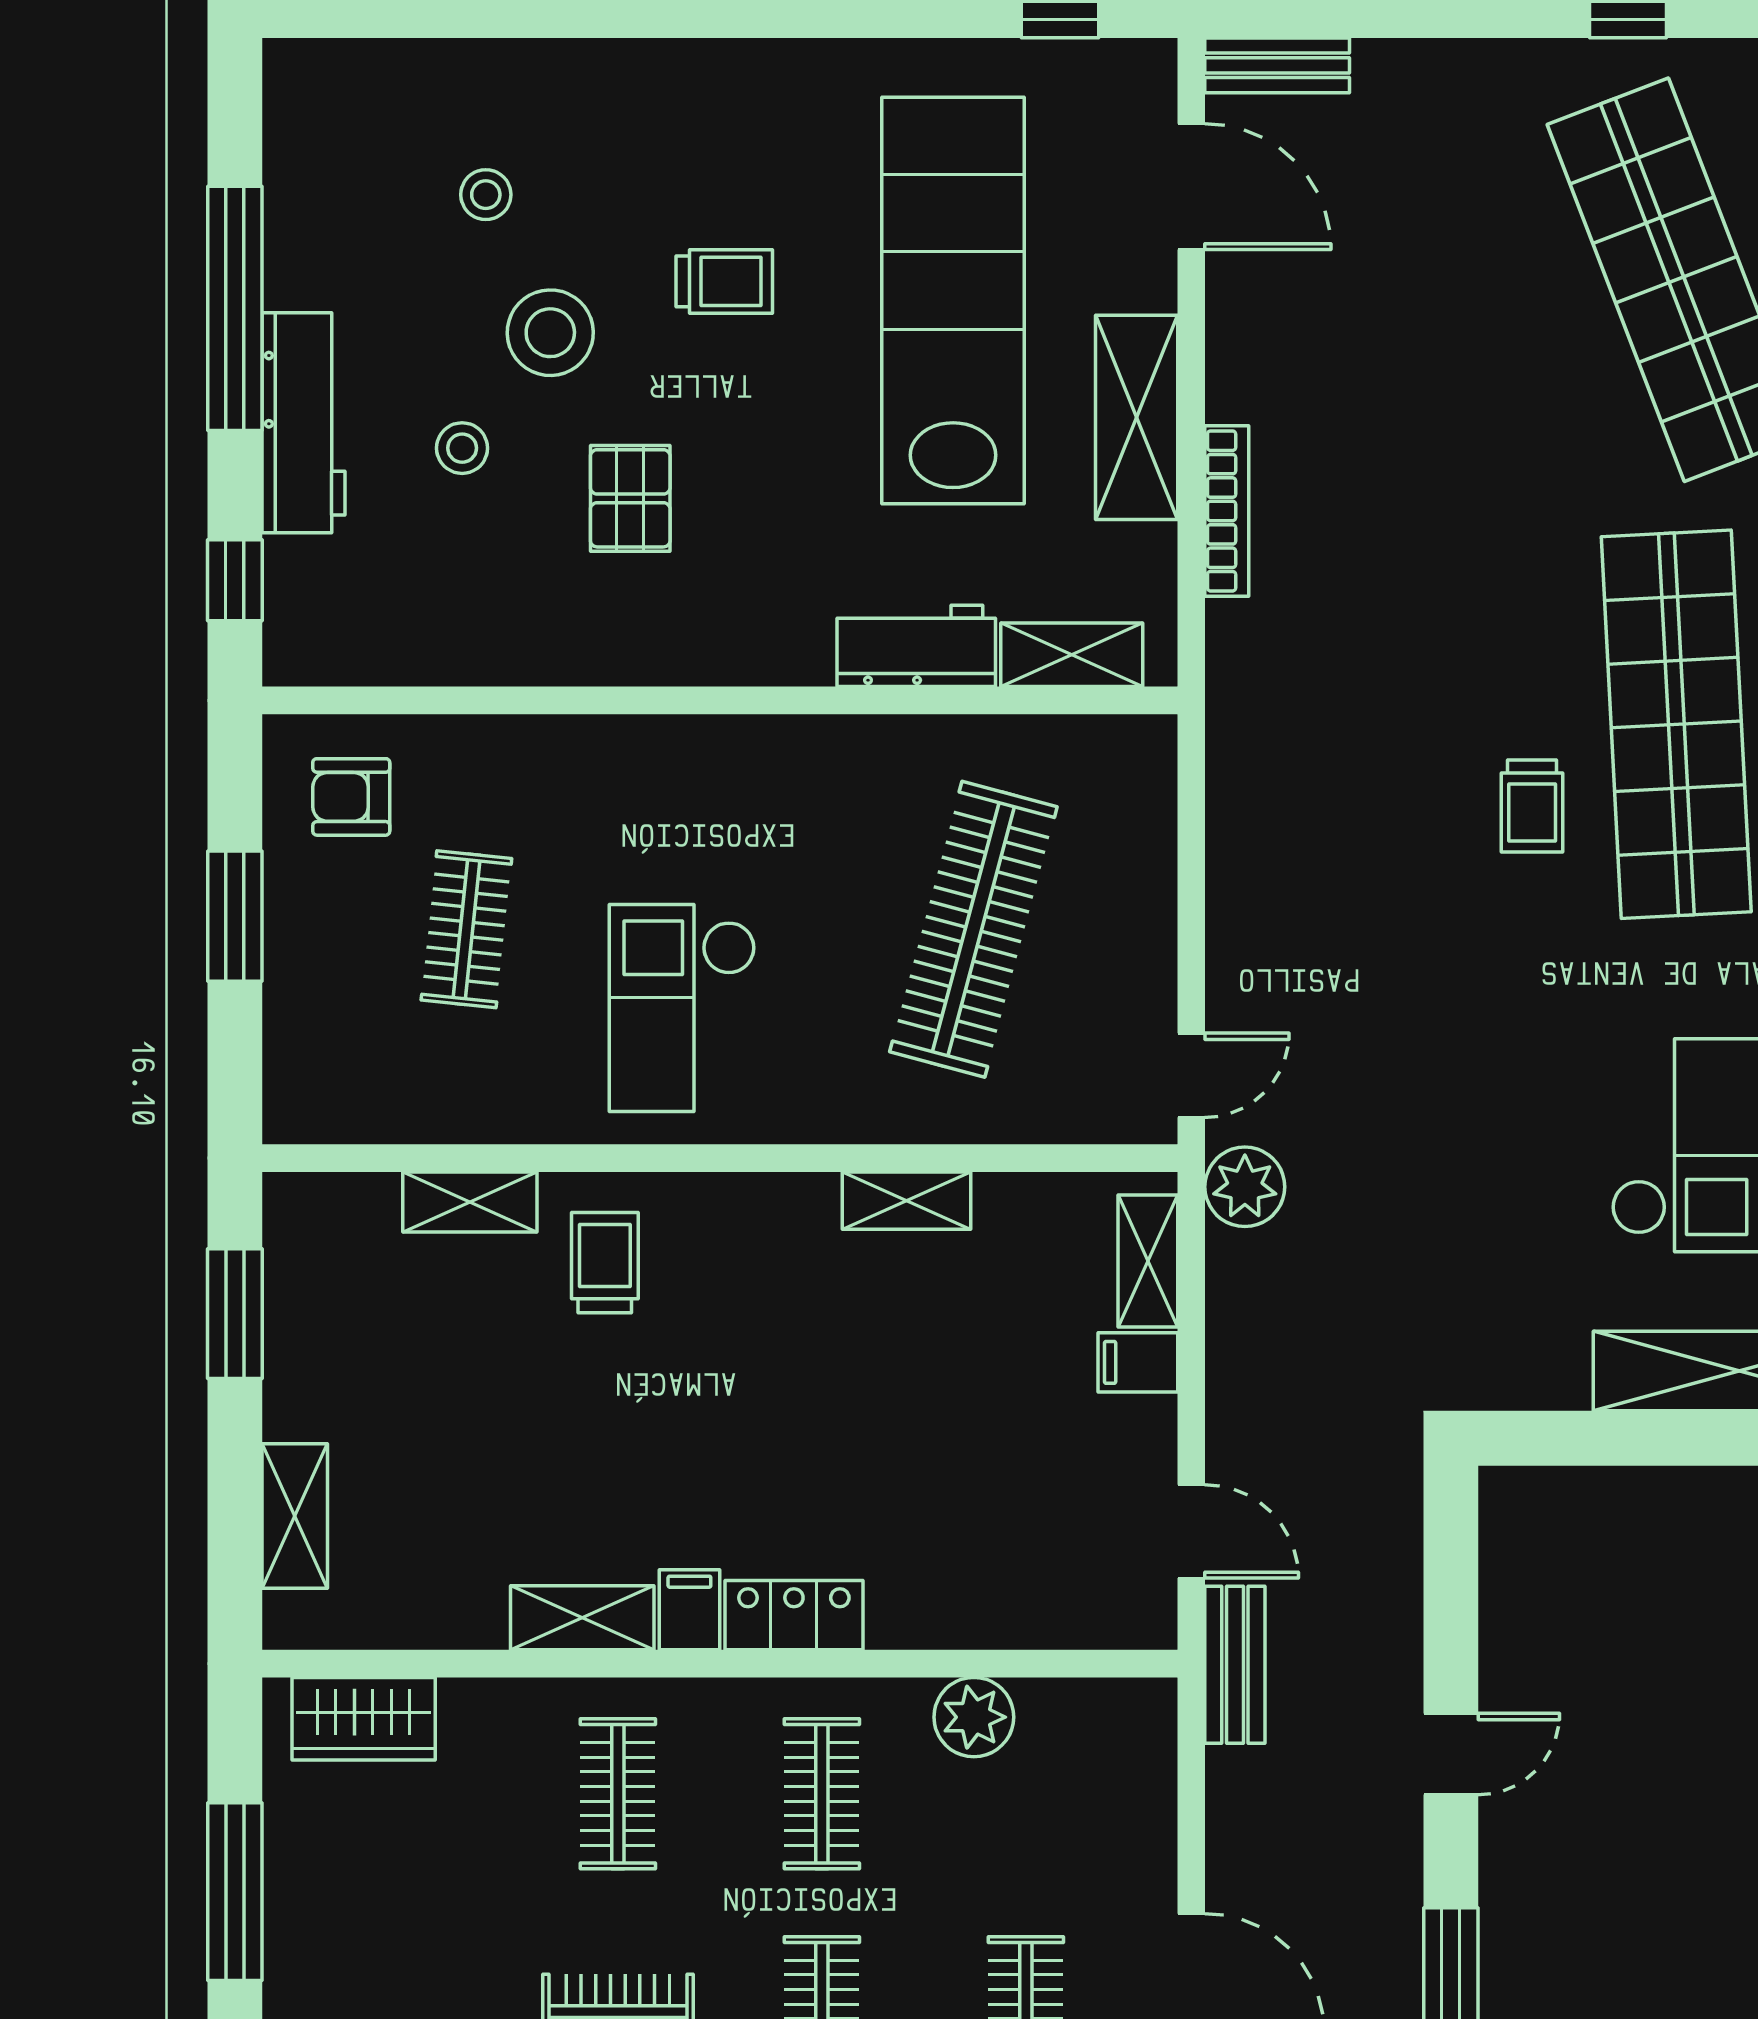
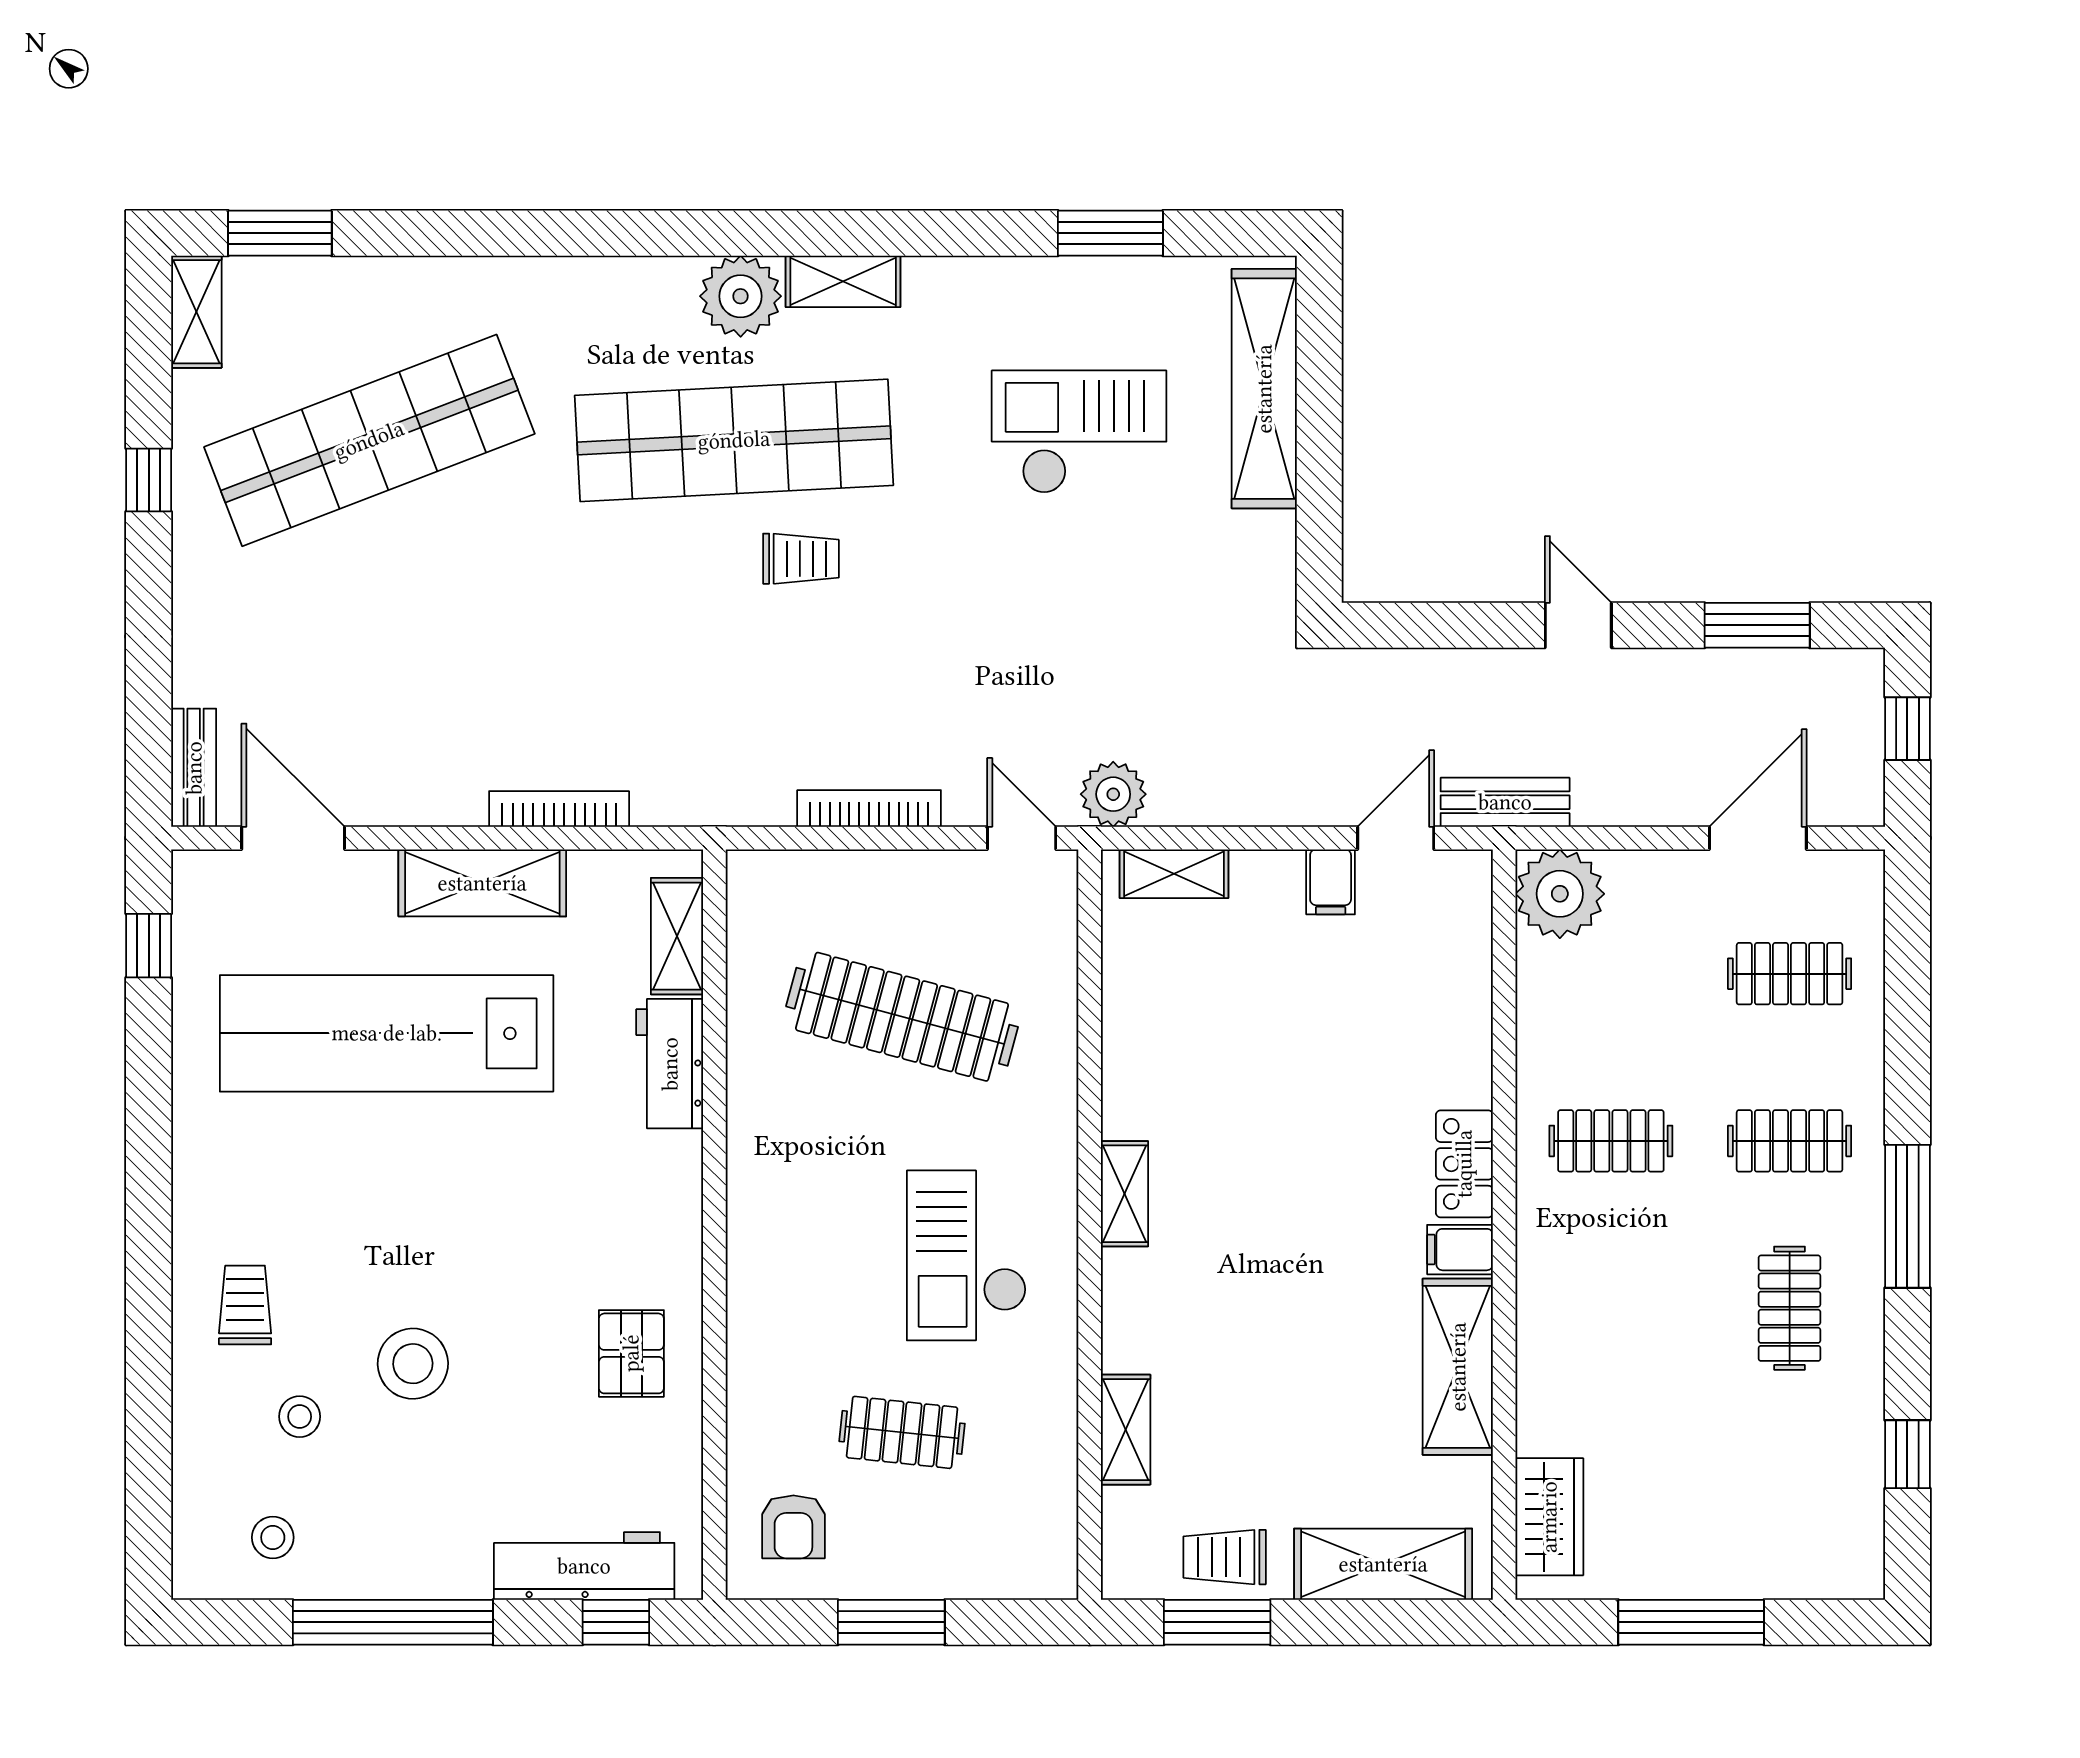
door: (1191, 187) -> (293, 838), hinge flipped
trolley: (724, 281) -> (245, 1305), moved
workbench: (304, 423) -> (584, 1566), moved
stool: (462, 448) -> (273, 1537), moved
pallet: (630, 498) -> (631, 1353), moved, turned 90
bookcase: (1227, 889) -> (869, 808), added
checkout: (682, 1008) -> (967, 1255), turned 90
shelving: (907, 1201) -> (1125, 1194), moved
trolley: (605, 1263) -> (1225, 1557), moved
filing cabinet: (1138, 1362) -> (1331, 882), moved
shelving: (295, 1516) -> (1383, 1564), width x1.50, depth x1.33
shelving: (582, 1618) -> (1458, 1367), width x1.50, depth x1.33
plant: (974, 1717) -> (1560, 894), moved, width x1.36, depth x1.36
clothes rail: (618, 1794) -> (1611, 1308), removed

